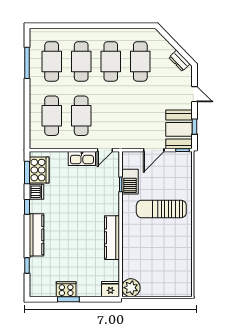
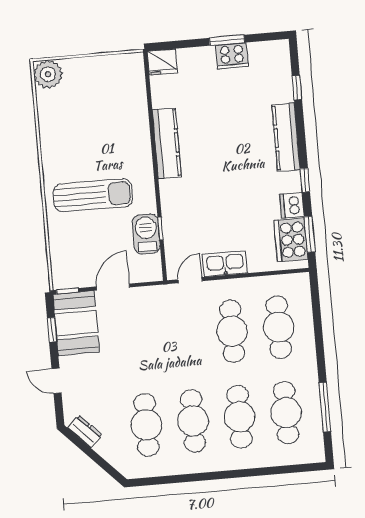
plant: (131, 288) -> (48, 74), moved

